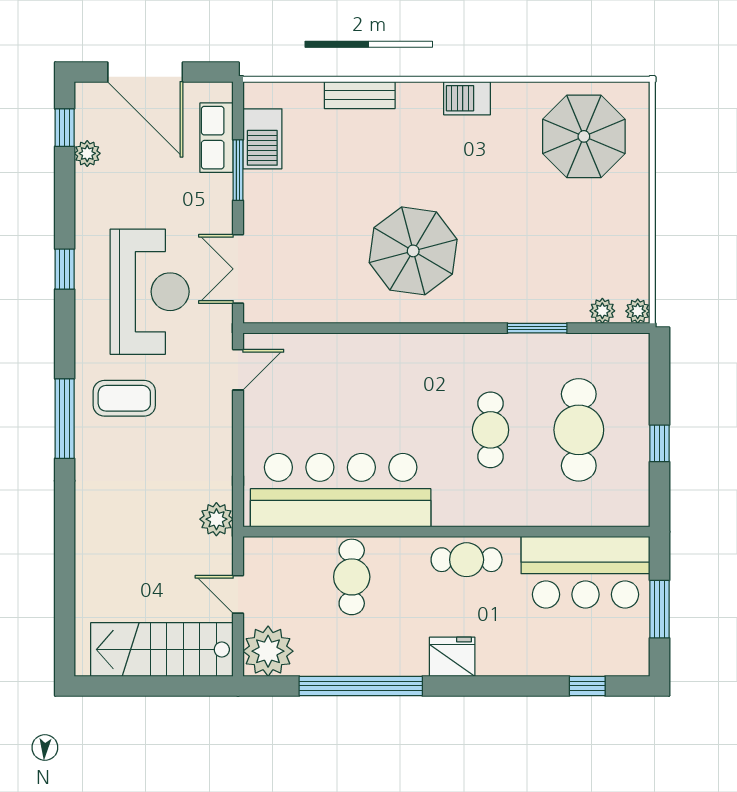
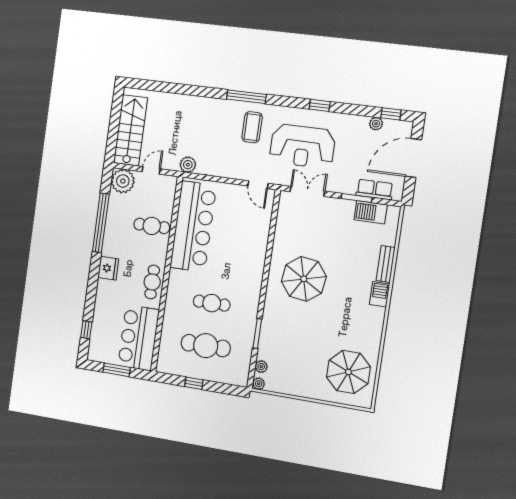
barbecue: (467, 98) -> (380, 294), moved

